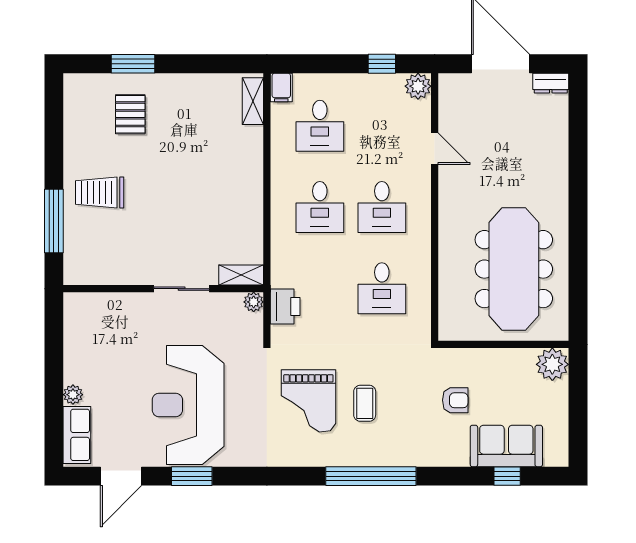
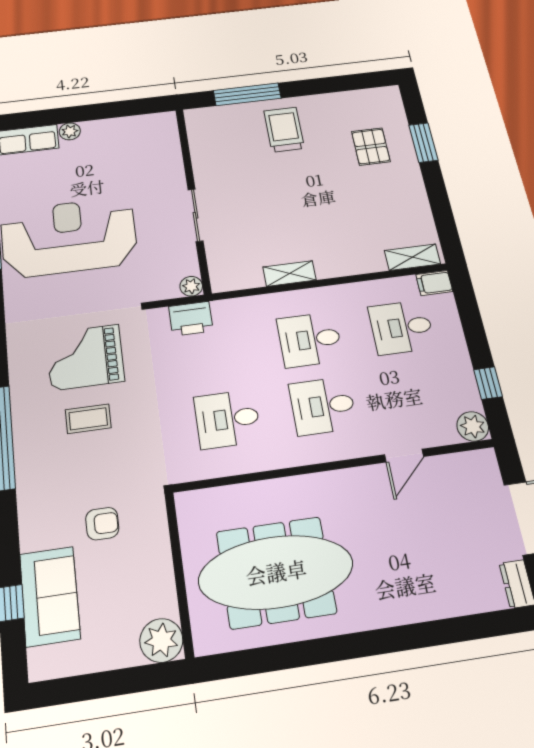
pallet: (130, 114) -> (371, 147), turned 90
shelving: (241, 275) -> (289, 274), moved, turned 90
armchair: (455, 400) -> (102, 524), turned -90

